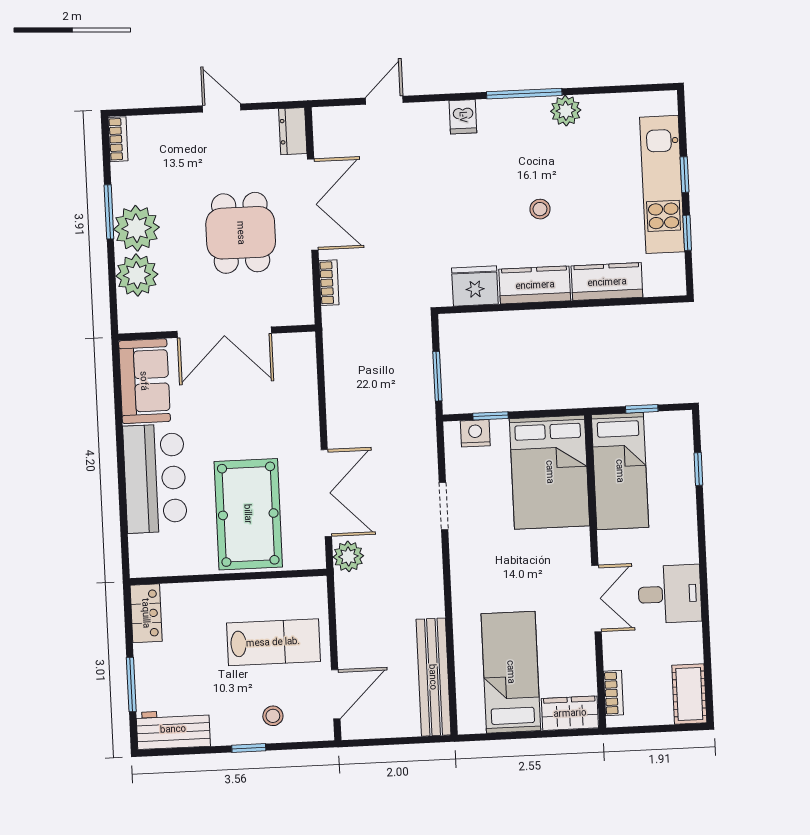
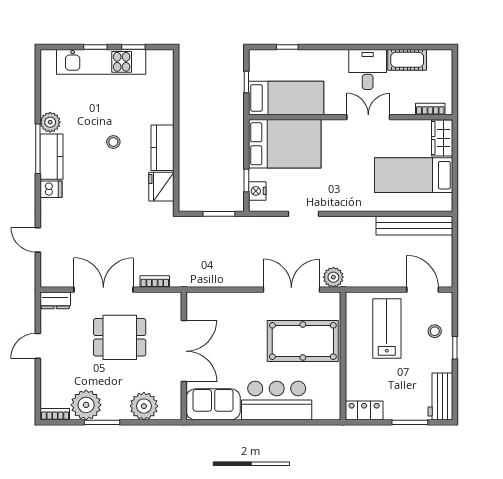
plant: (136, 228) -> (86, 405), moved
kitchen counter: (607, 282) -> (51, 157), moved, turned 180
cot: (689, 694) -> (407, 60), moved

